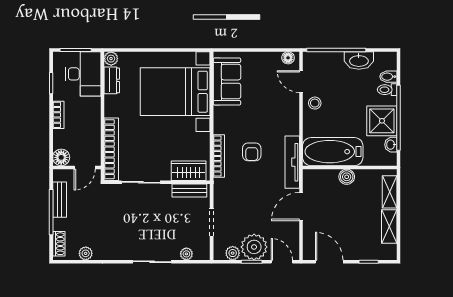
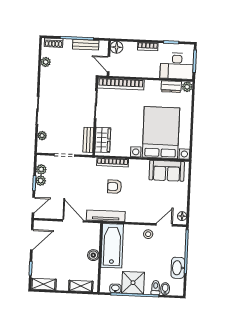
shelving: (389, 226) -> (43, 284), moved
plant: (254, 247) -> (41, 181), width x0.53, depth x0.53

